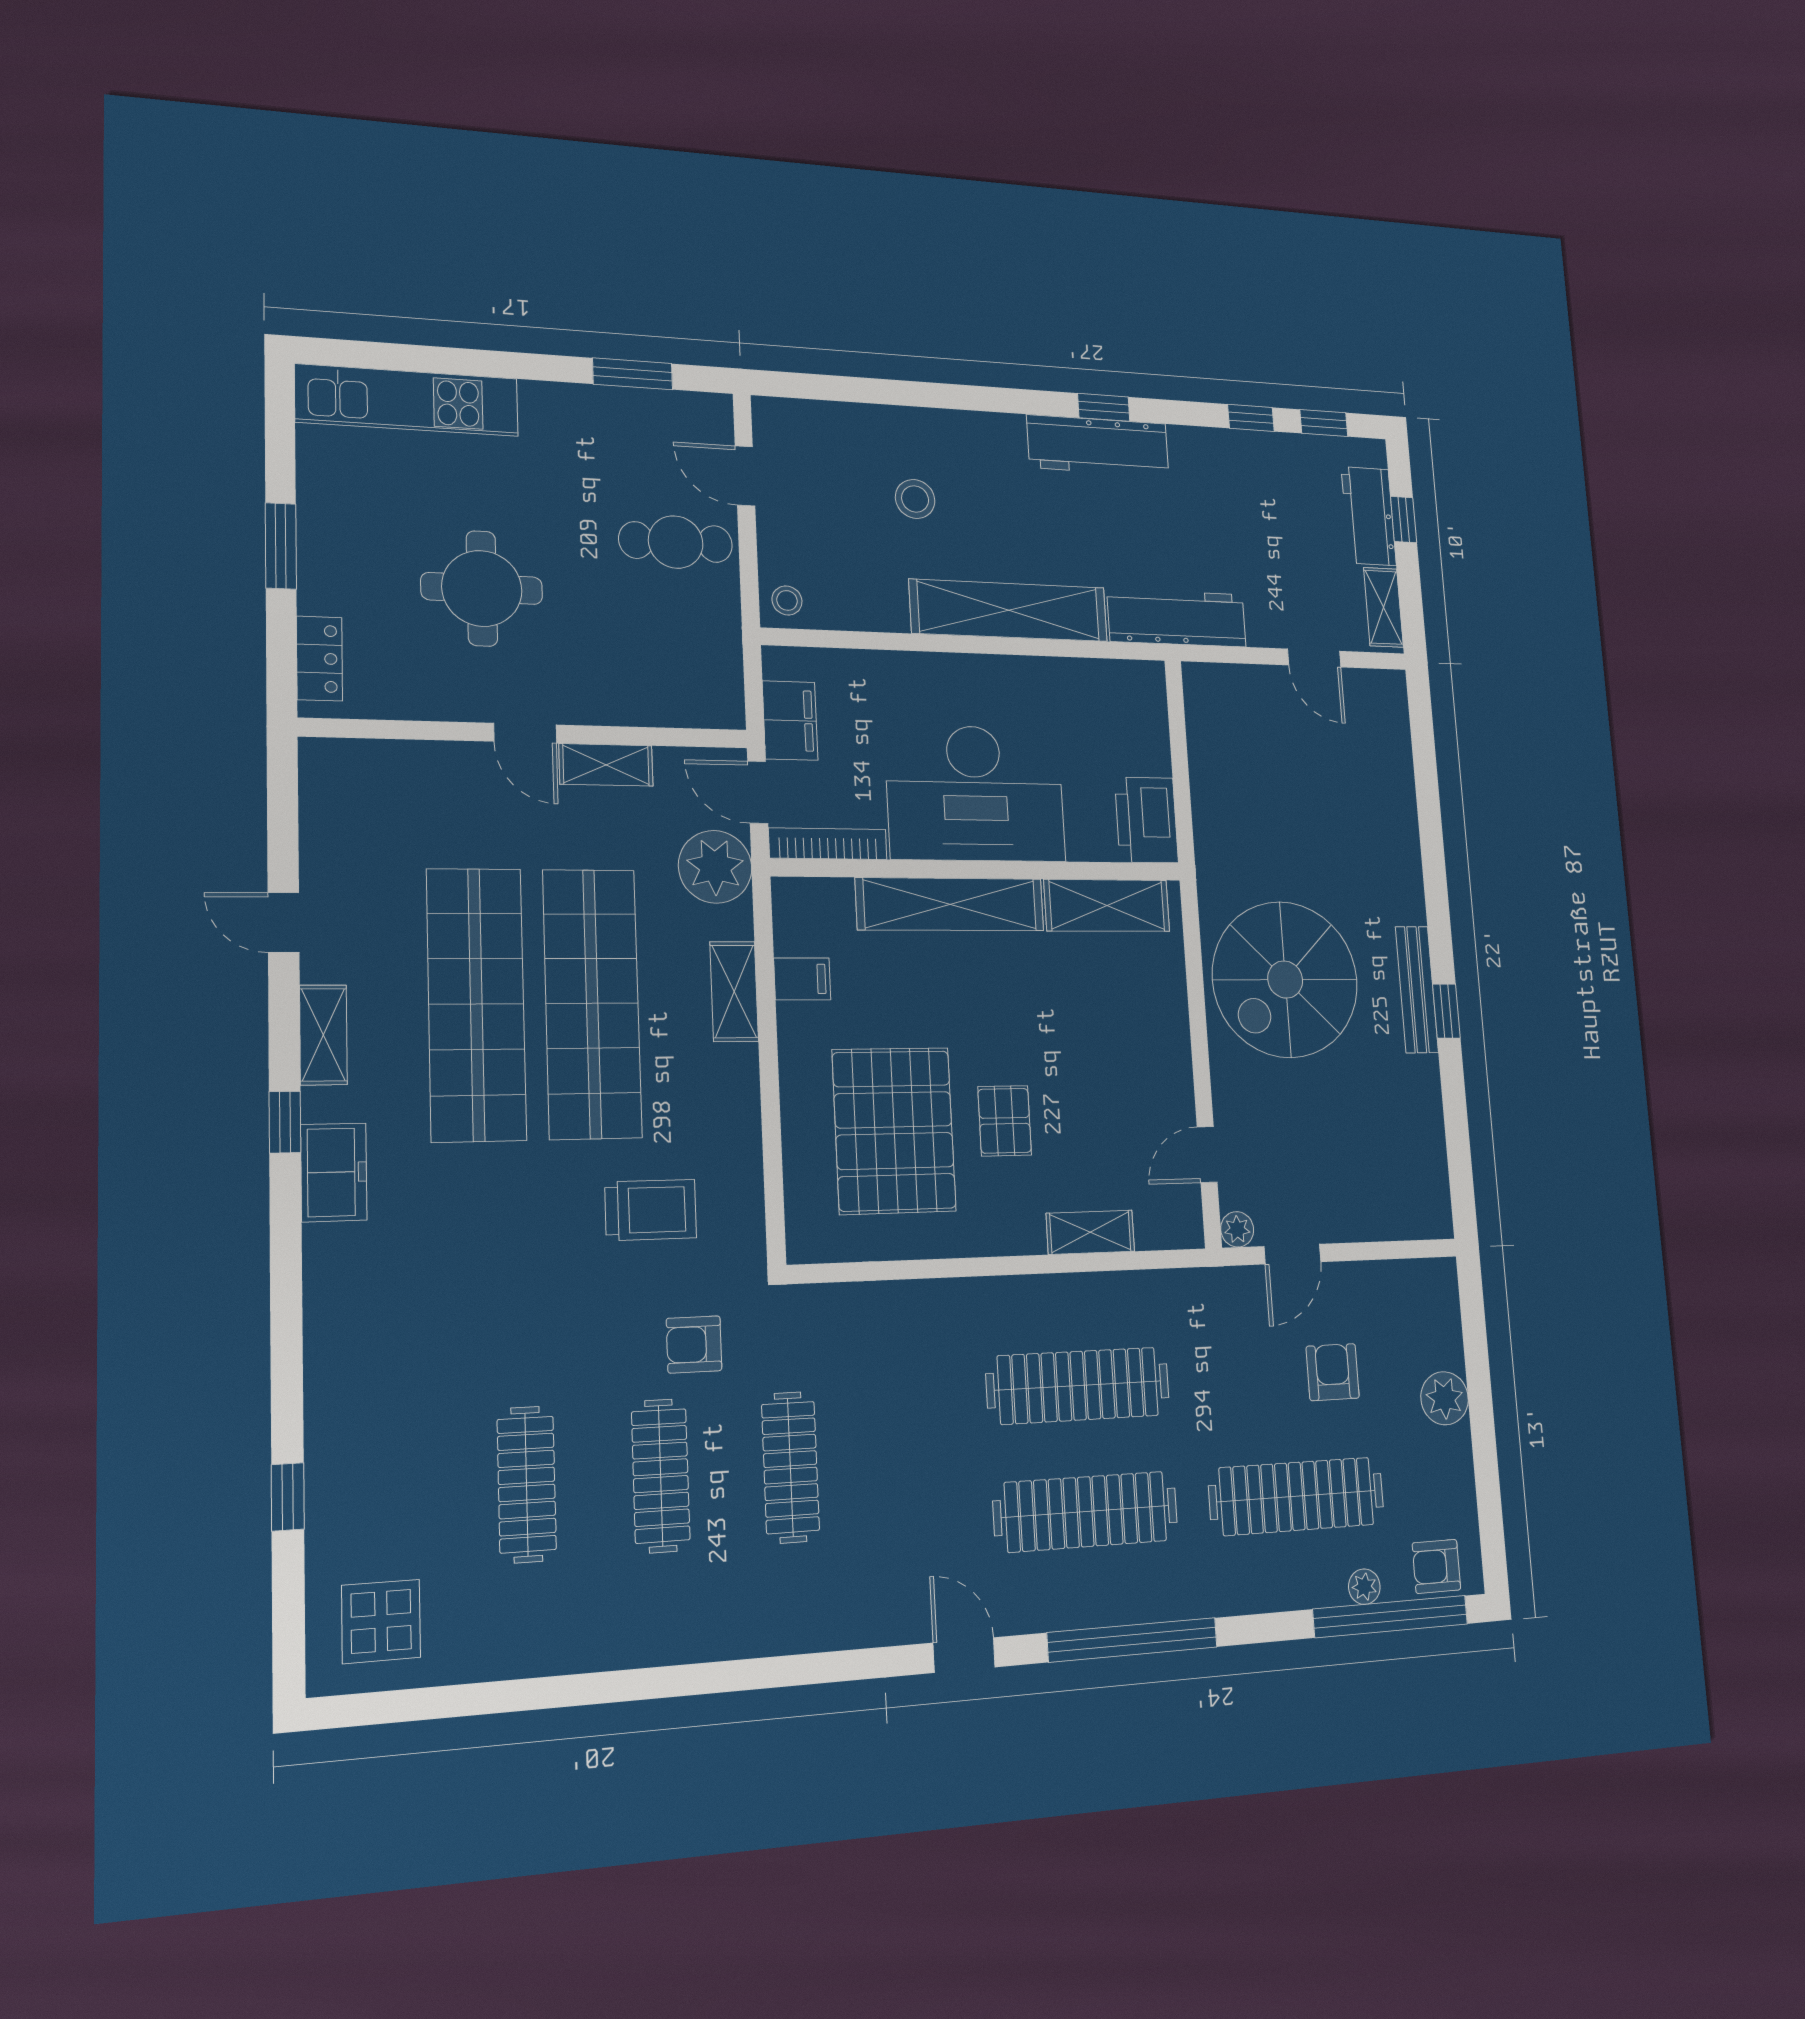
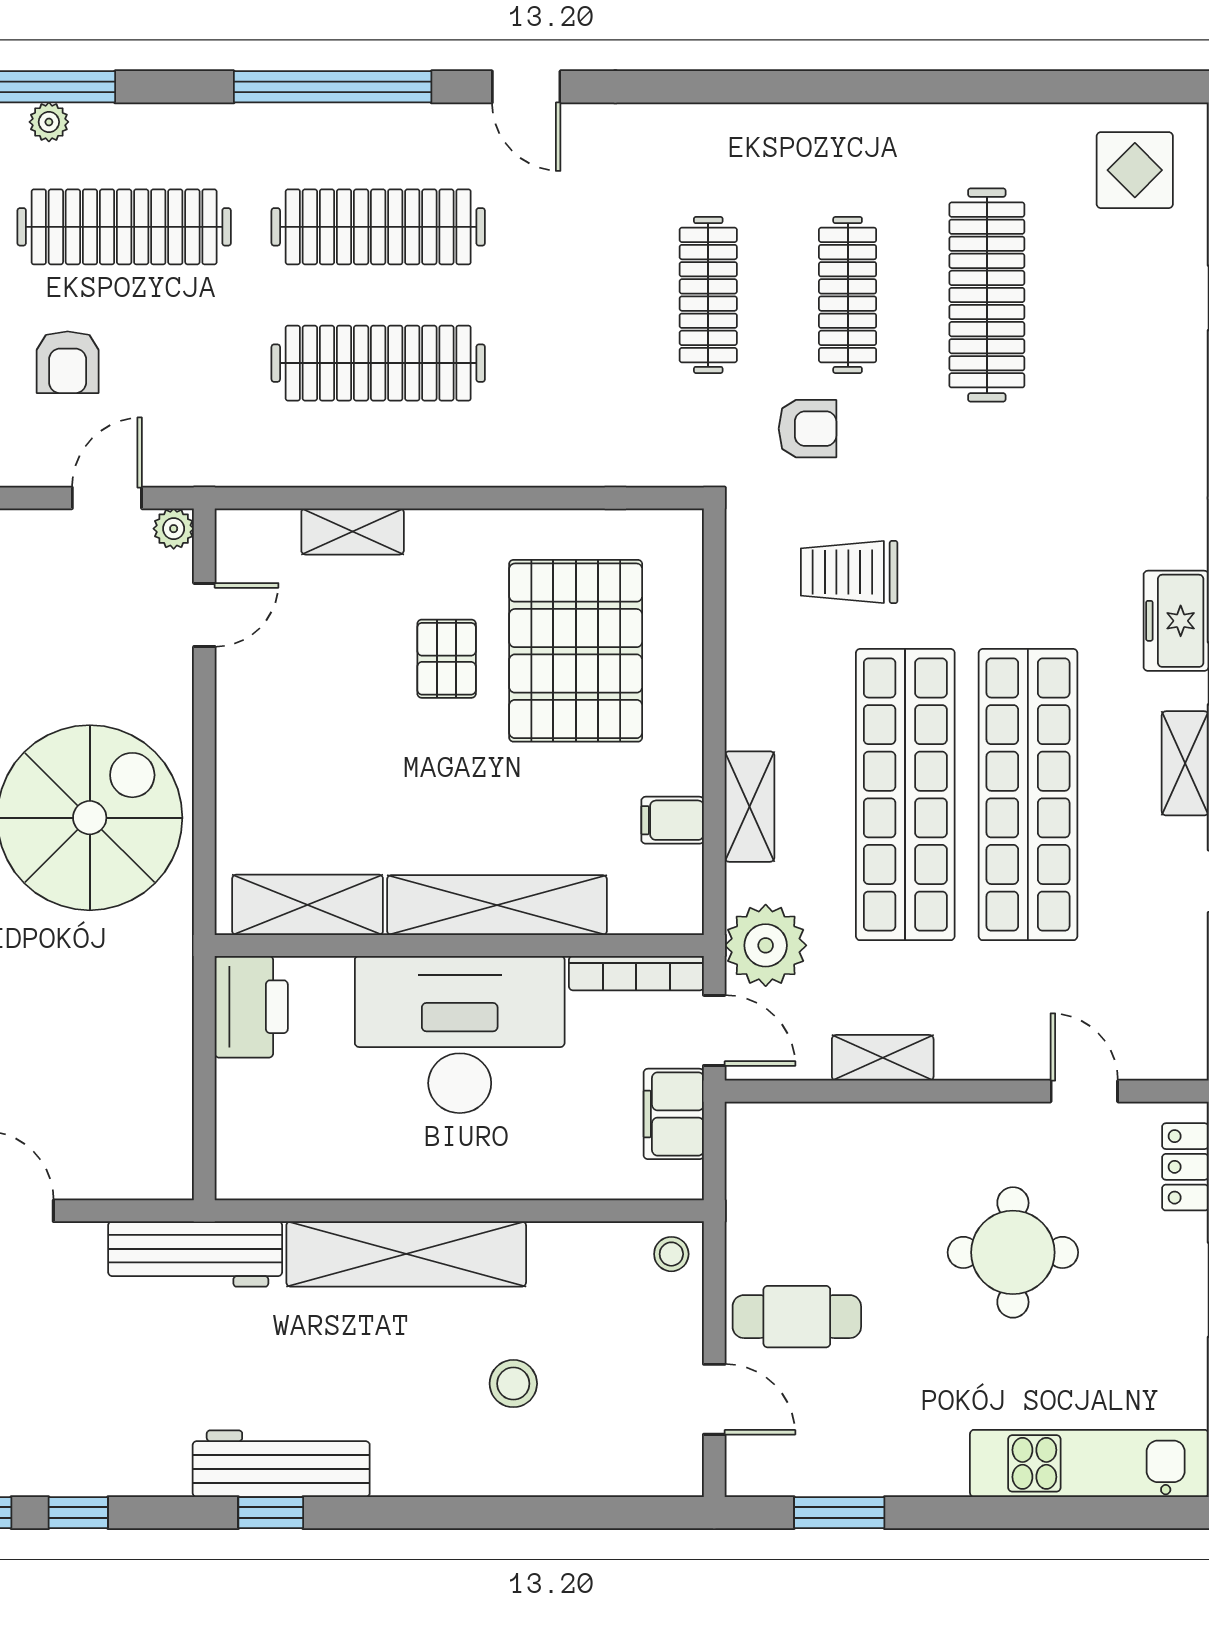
door: (525, 733) -> (1084, 1091), moved
clothes rail: (527, 1484) -> (987, 295), width x1.37, depth x1.31

